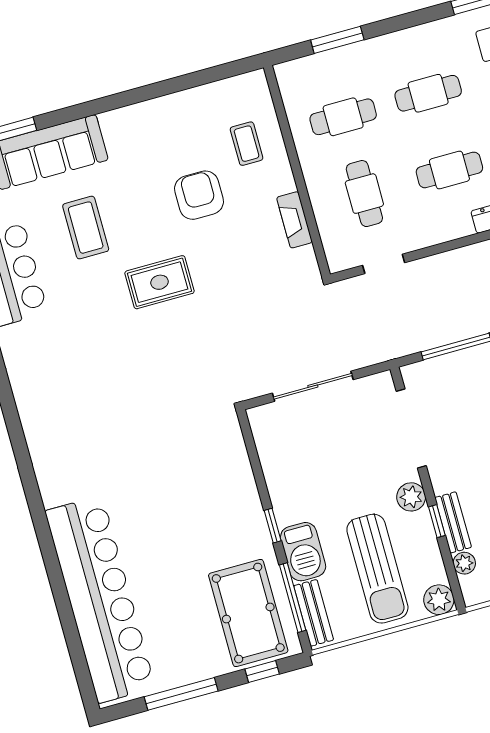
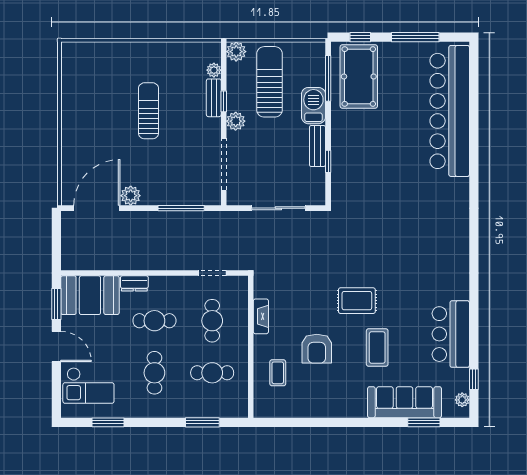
cafe table: (428, 93) -> (154, 373), turned 90
coffee table: (86, 228) -> (377, 348), moved
window: (273, 526) -> (328, 161), moved
bench: (314, 613) -> (317, 146), moved

